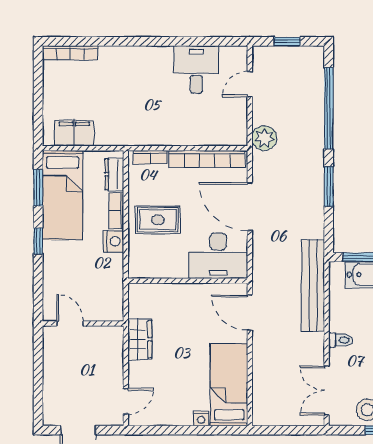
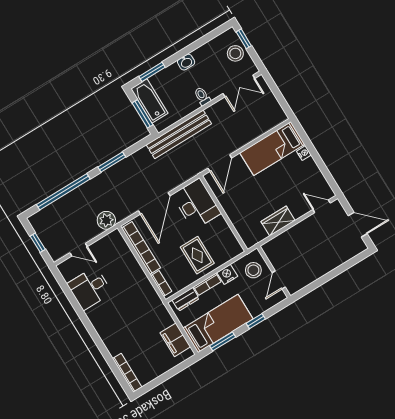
stool: (100, 275) -> (253, 270), added
door: (70, 323) -> (279, 280), moved
wall: (83, 323) -> (274, 272), moved

